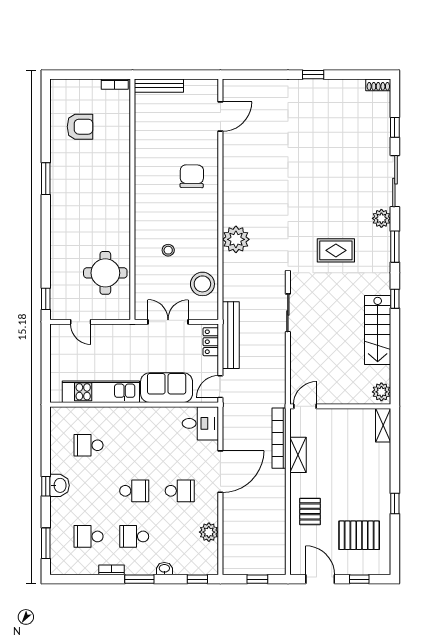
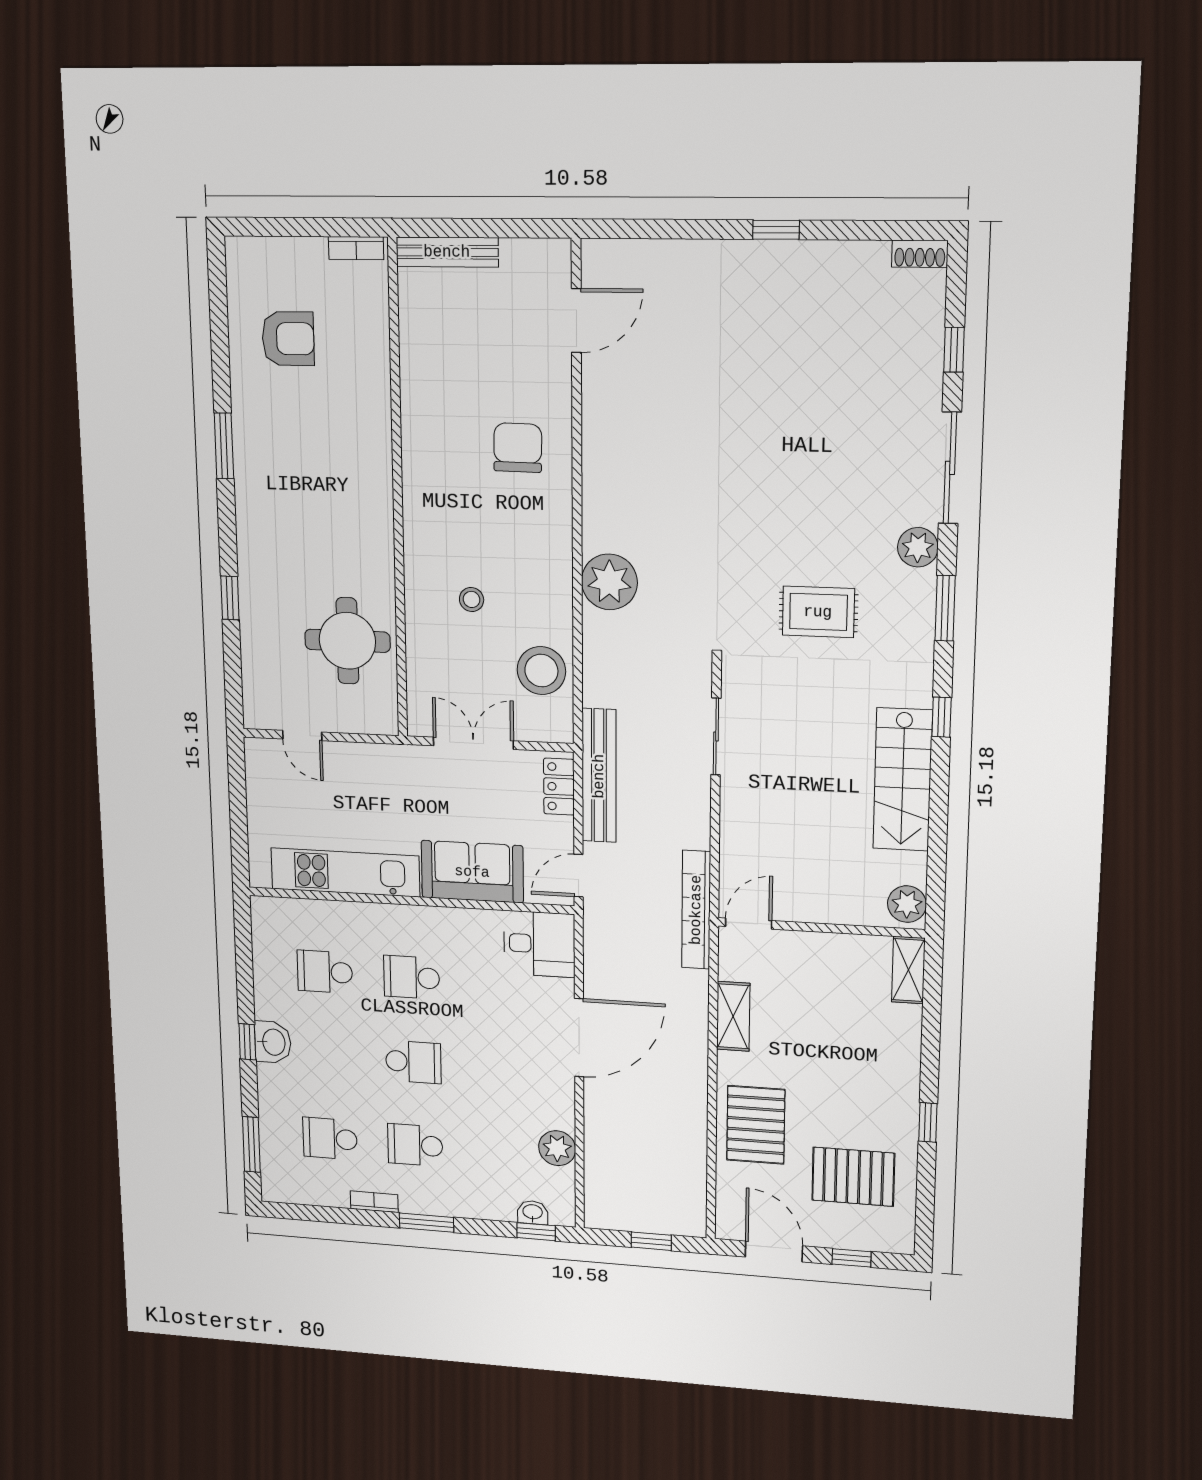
window: (46, 299) -> (230, 598), moved
bookcase: (279, 438) -> (696, 910), moved
school desk: (180, 491) -> (412, 977), moved, turned 180
pallet: (310, 511) -> (756, 1125), width x1.50, depth x1.42
washbasin: (164, 569) -> (533, 1212), moved

